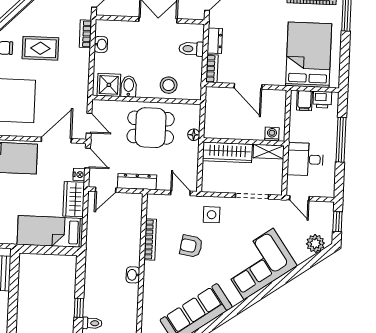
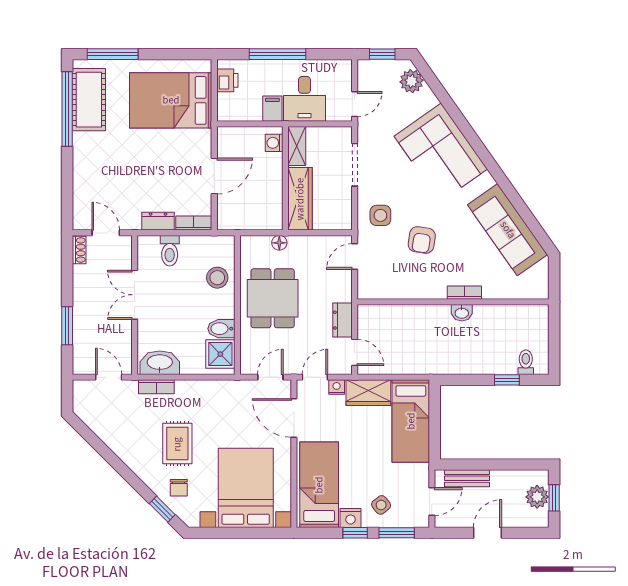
washbasin: (101, 44) -> (160, 363), width x1.91, depth x1.45
filing cabinet: (304, 101) -> (272, 109), moved, turned -90
dresser: (137, 182) -> (342, 320), width x0.70
bookcase: (150, 240) -> (464, 293), moved, width x0.64

